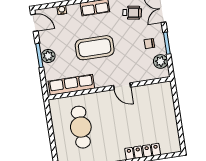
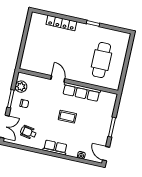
coffee table: (95, 48) -> (67, 117), width x0.54, depth x0.58
plant: (48, 56) -> (105, 124), removed
row of seats: (71, 85) -> (81, 92), moved

